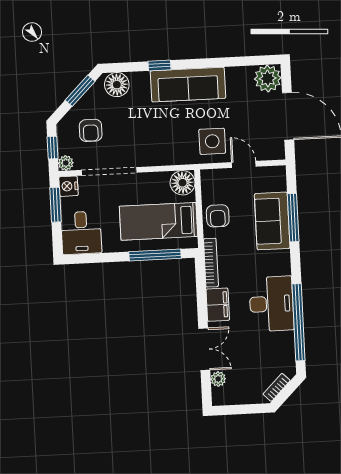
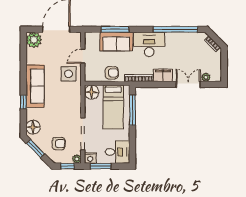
desk: (271, 304) -> (149, 44), moved

